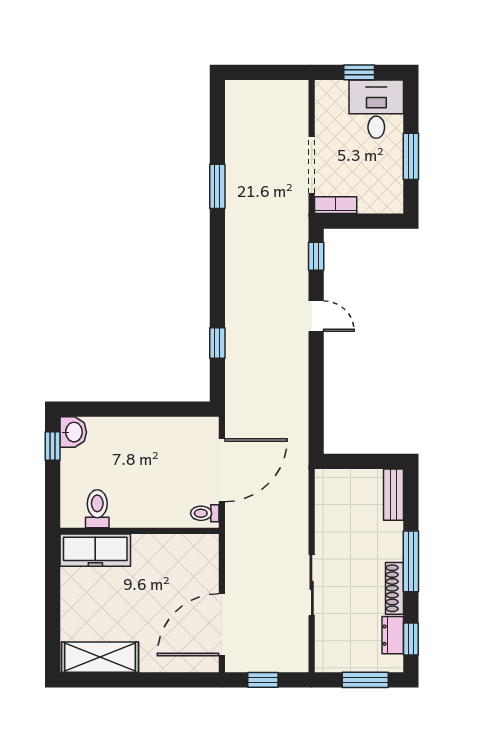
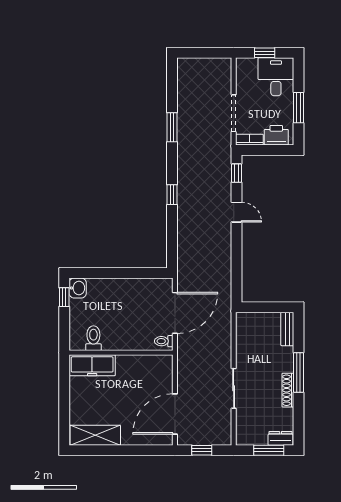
printer: (377, 199) -> (276, 135), added
window: (217, 343) -> (172, 195), moved
dresser: (393, 635) -> (281, 438), moved, turned 90
window: (411, 639) -> (299, 423), removed

